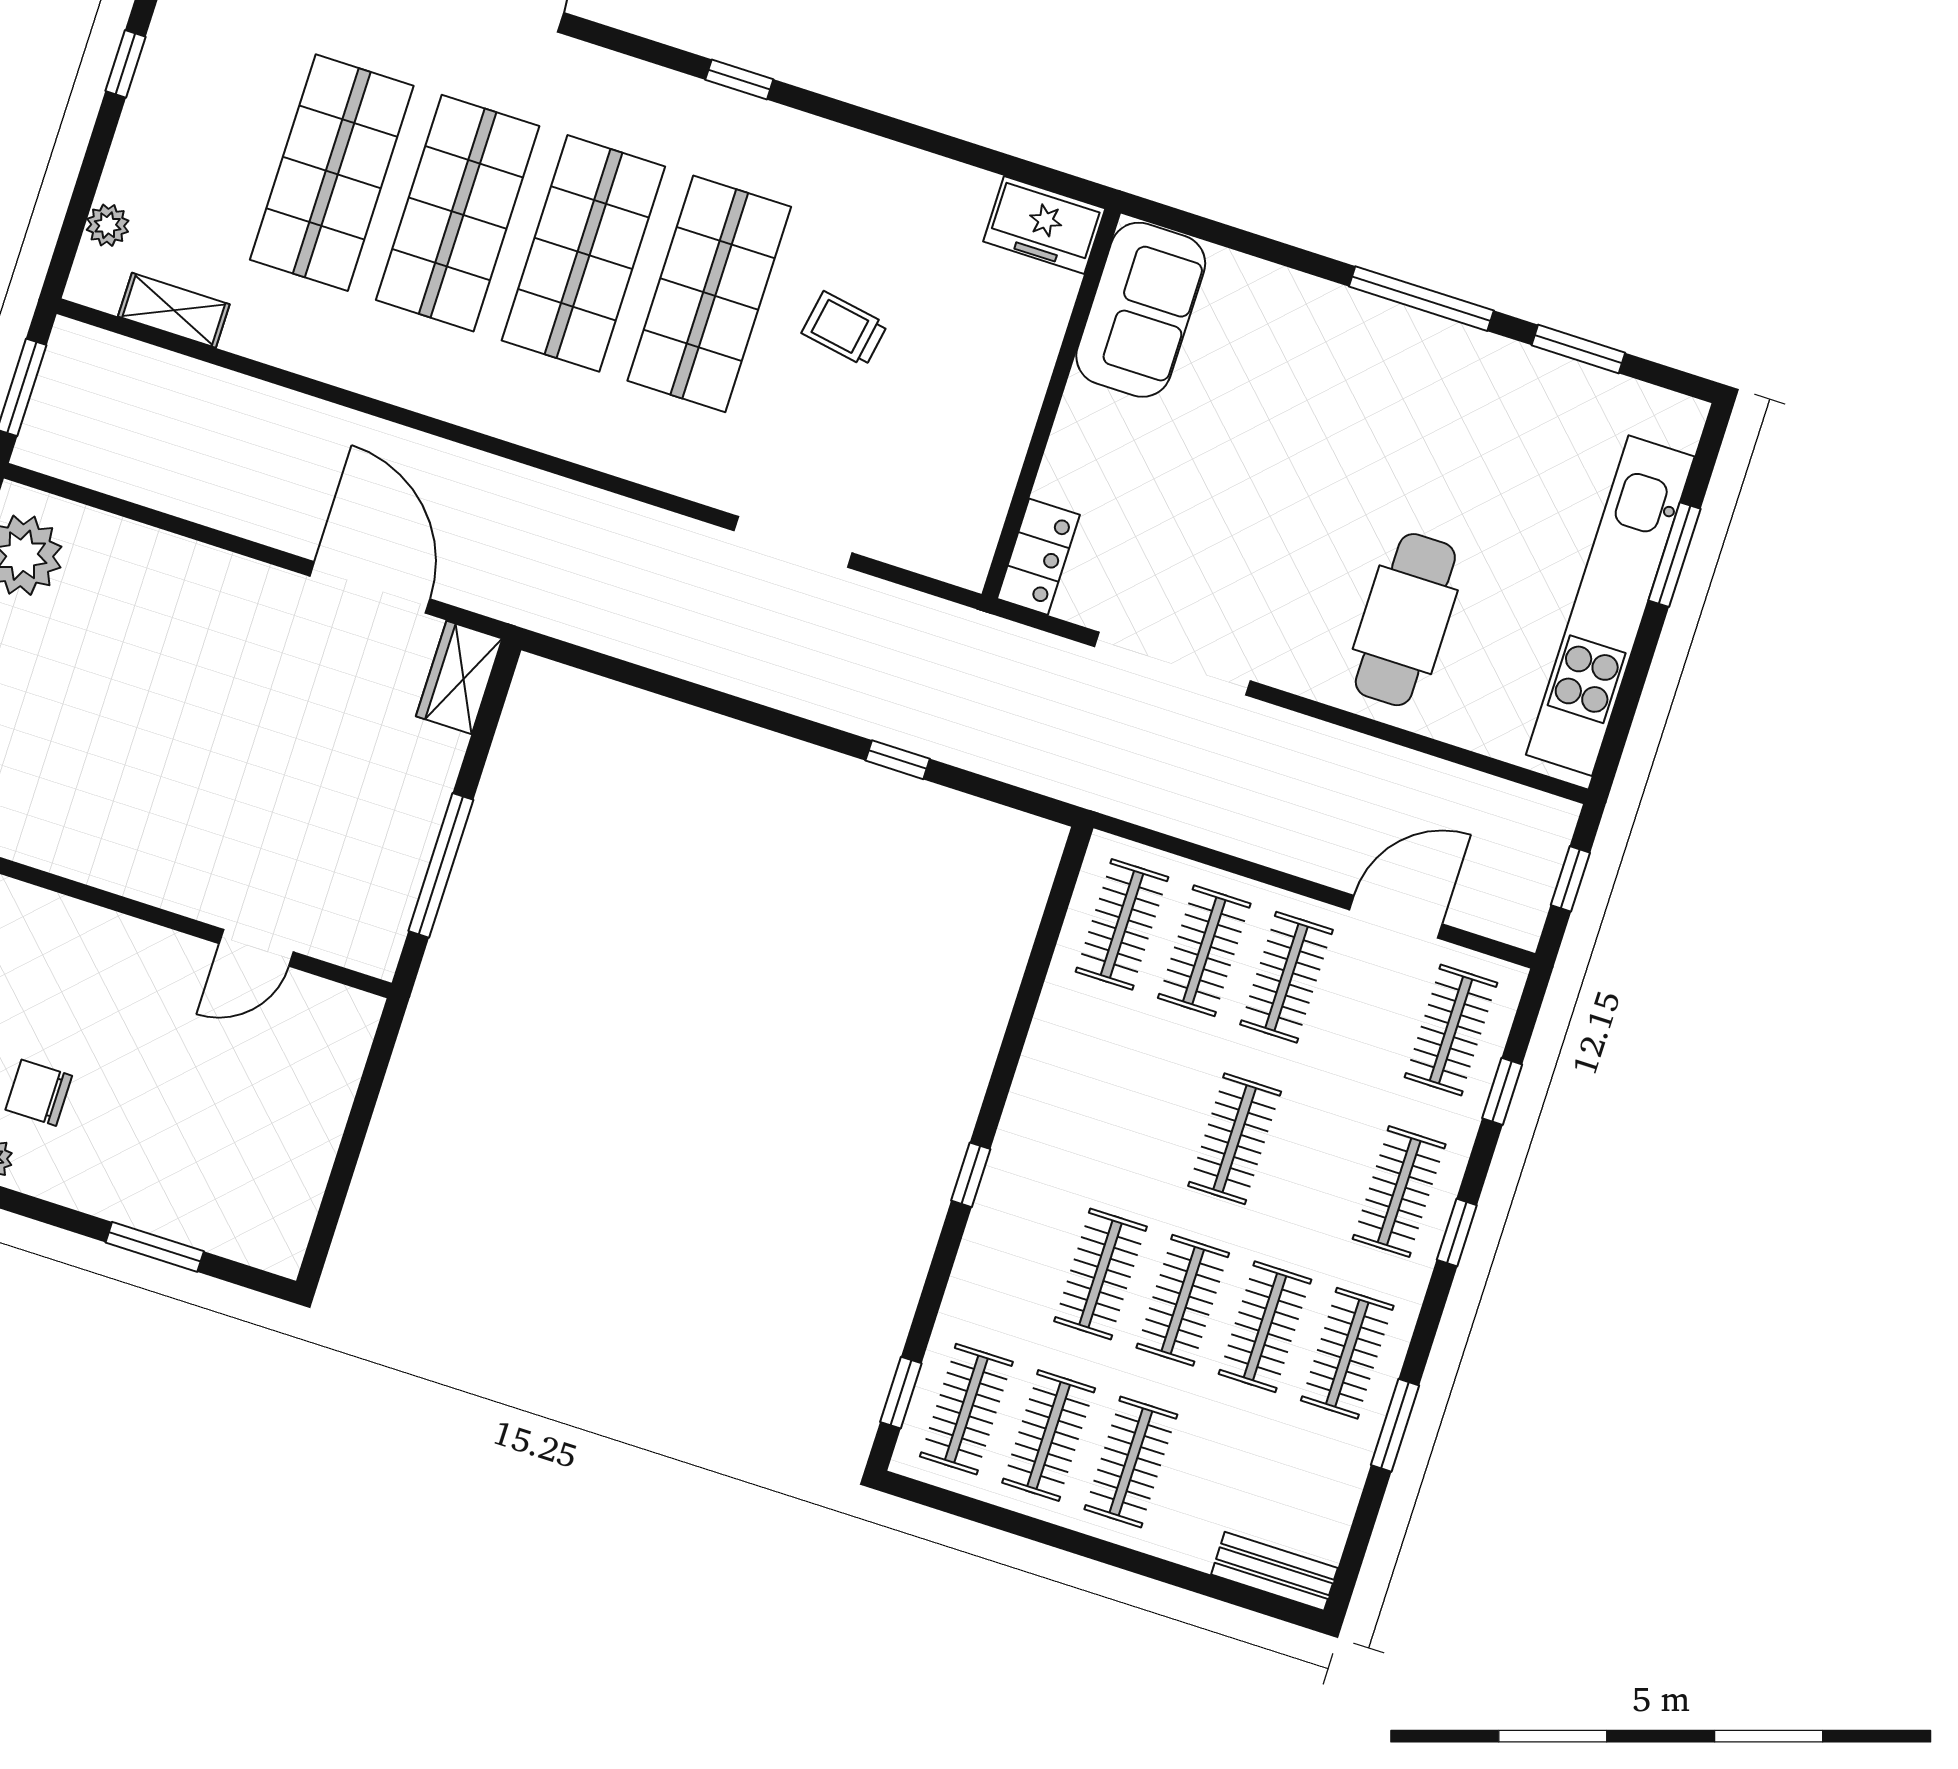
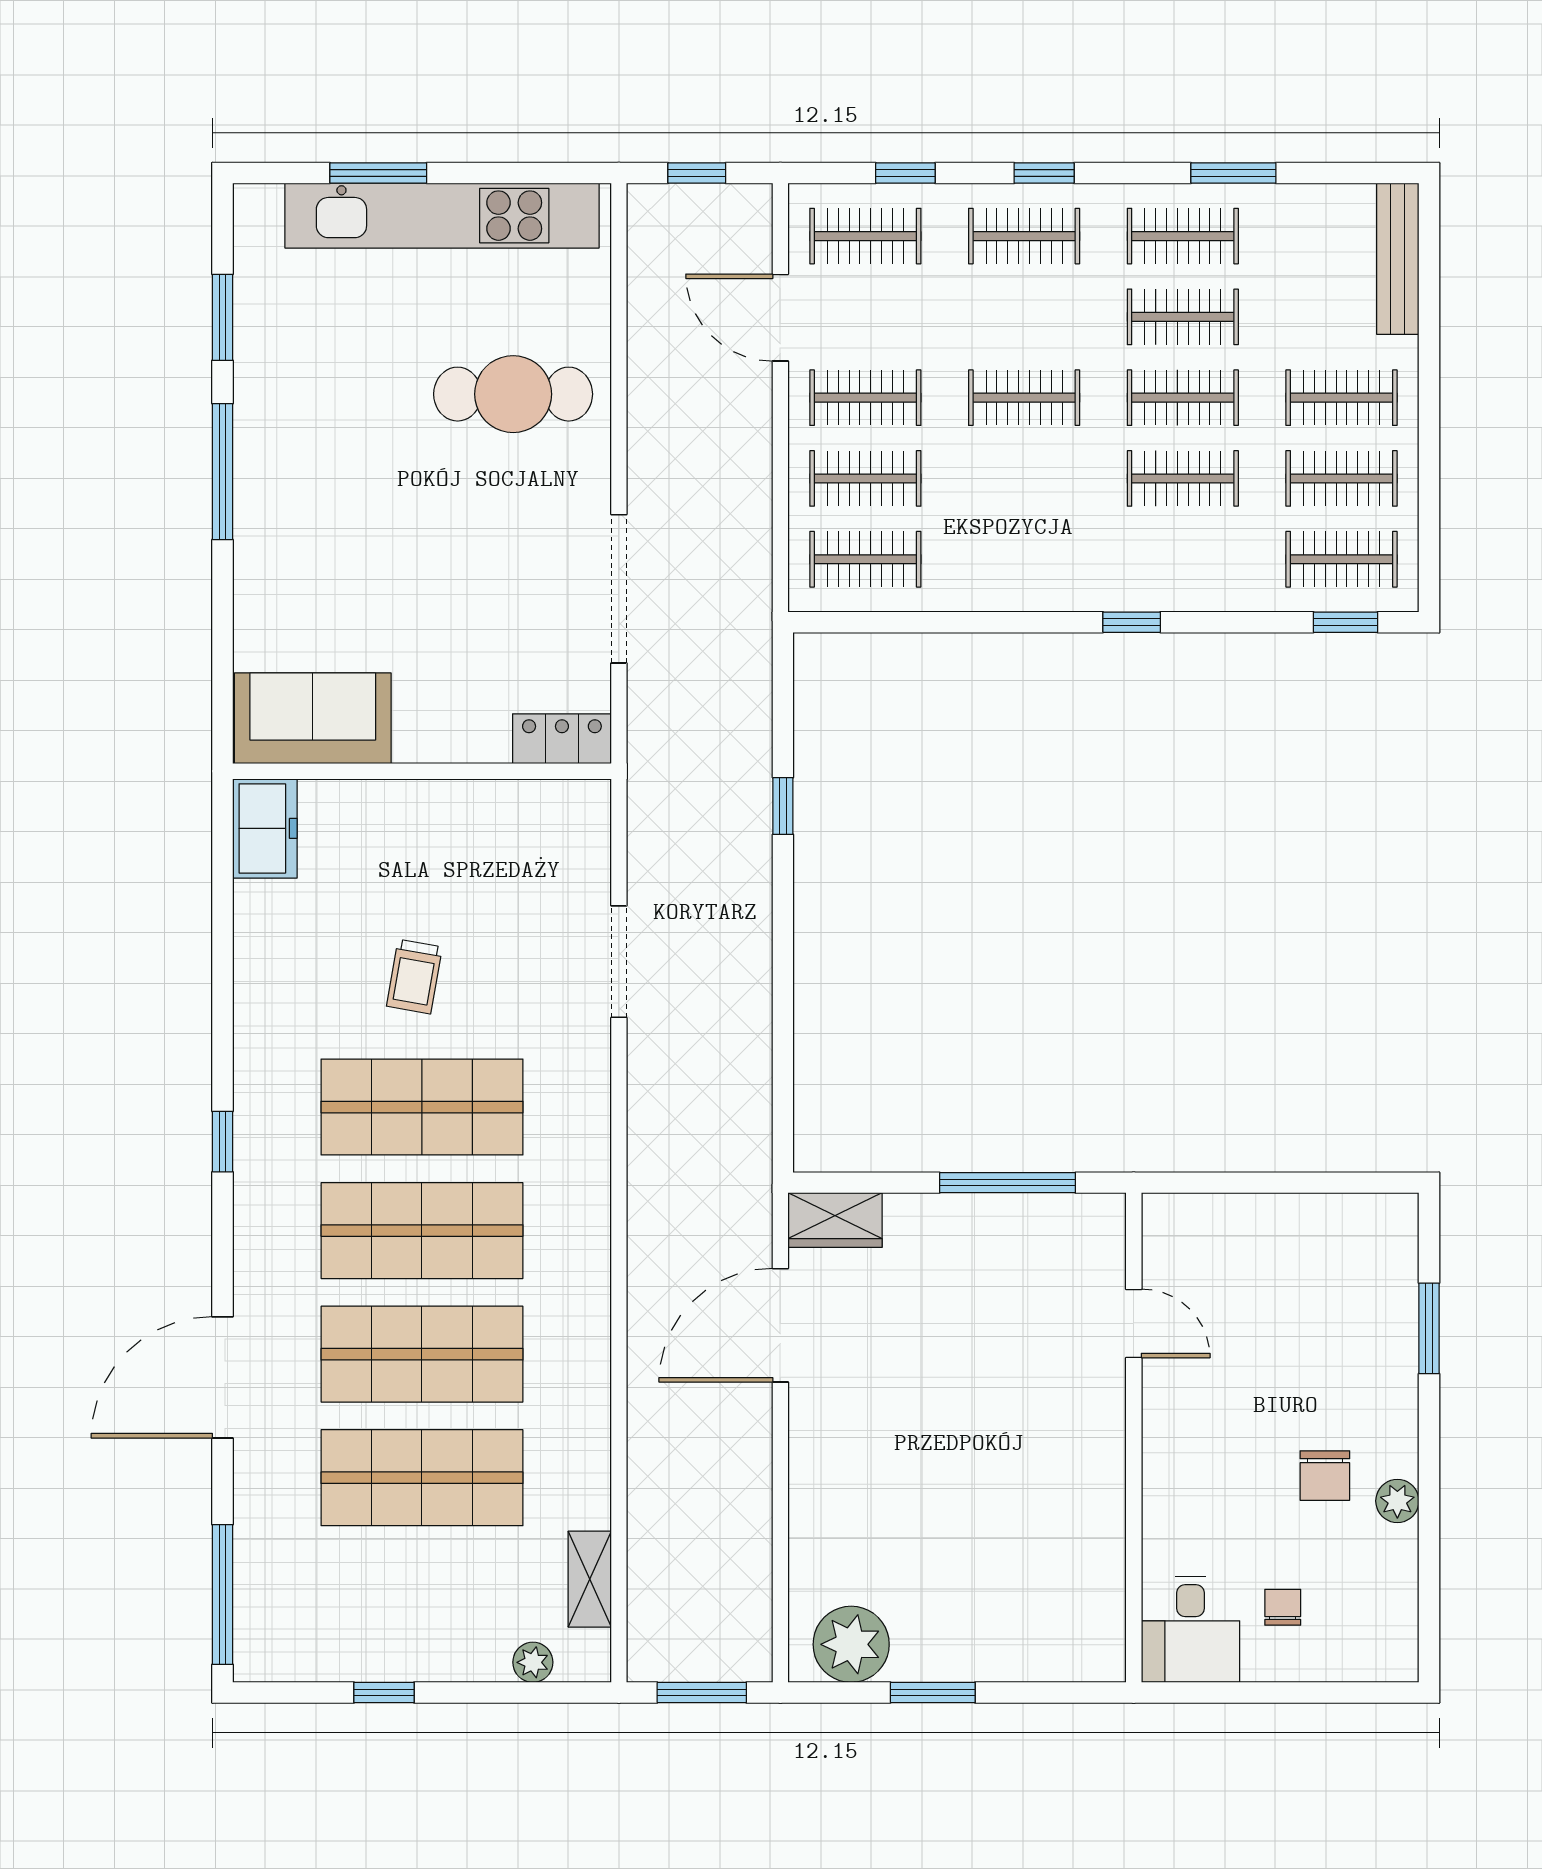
bench: (1274, 1571) -> (1398, 259), width x1.36

